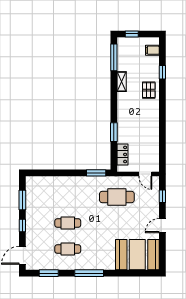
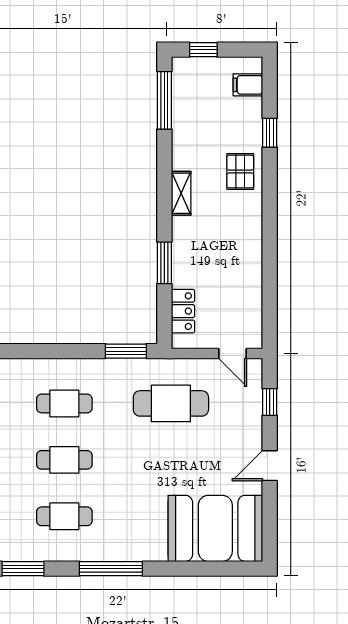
shelving: (122, 82) -> (181, 193), moved
cafe table: (68, 197) -> (64, 403), added

